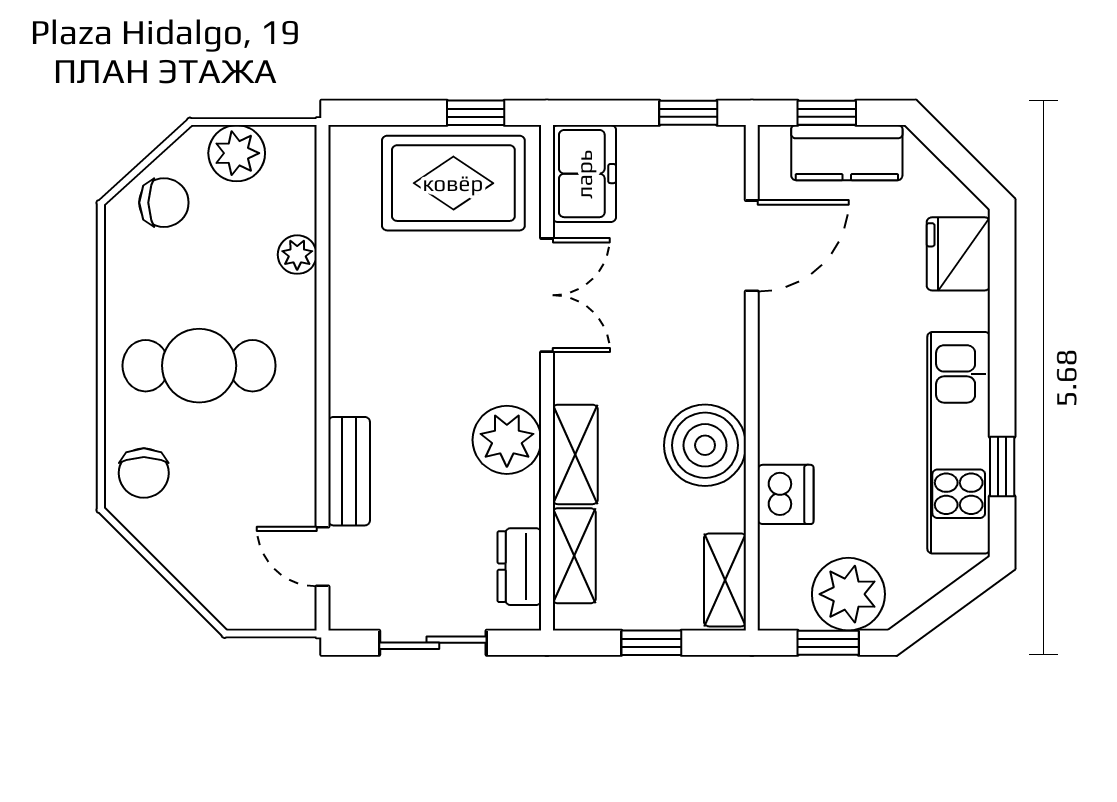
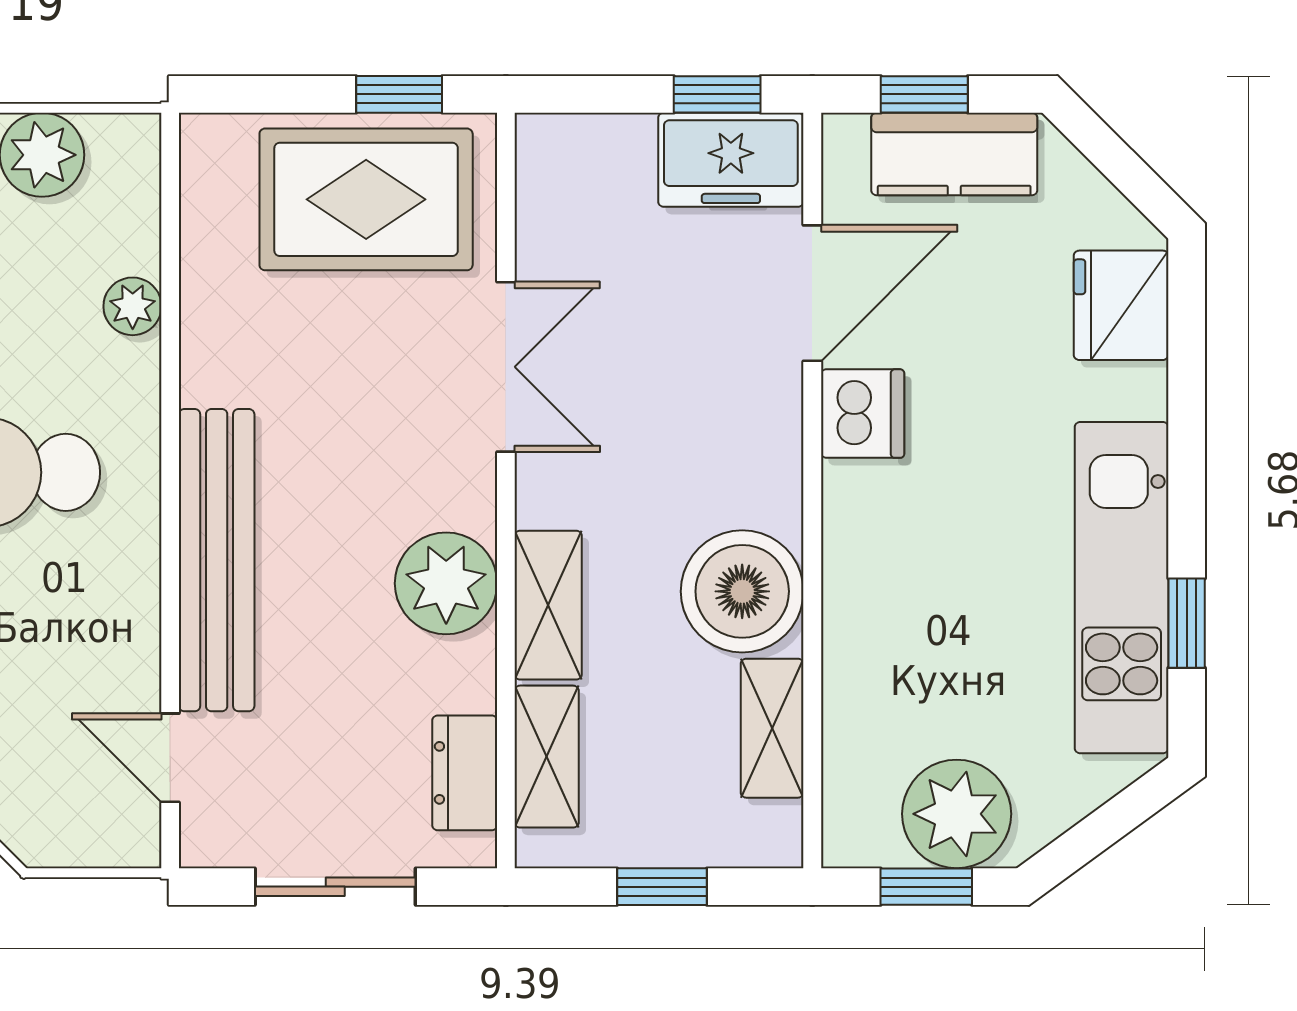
freezer: (584, 174) -> (731, 160), moved, turned 90
bench: (349, 471) -> (217, 560), width x1.86, depth x1.21
dishwasher: (786, 494) -> (863, 414), moved
shelving: (725, 580) -> (772, 728), moved

